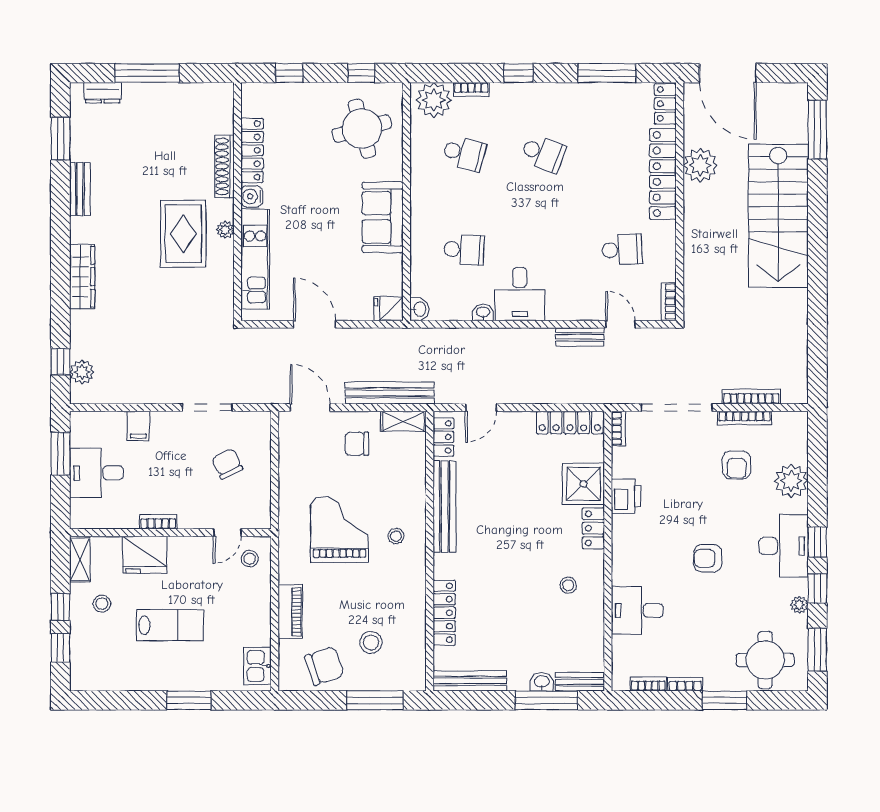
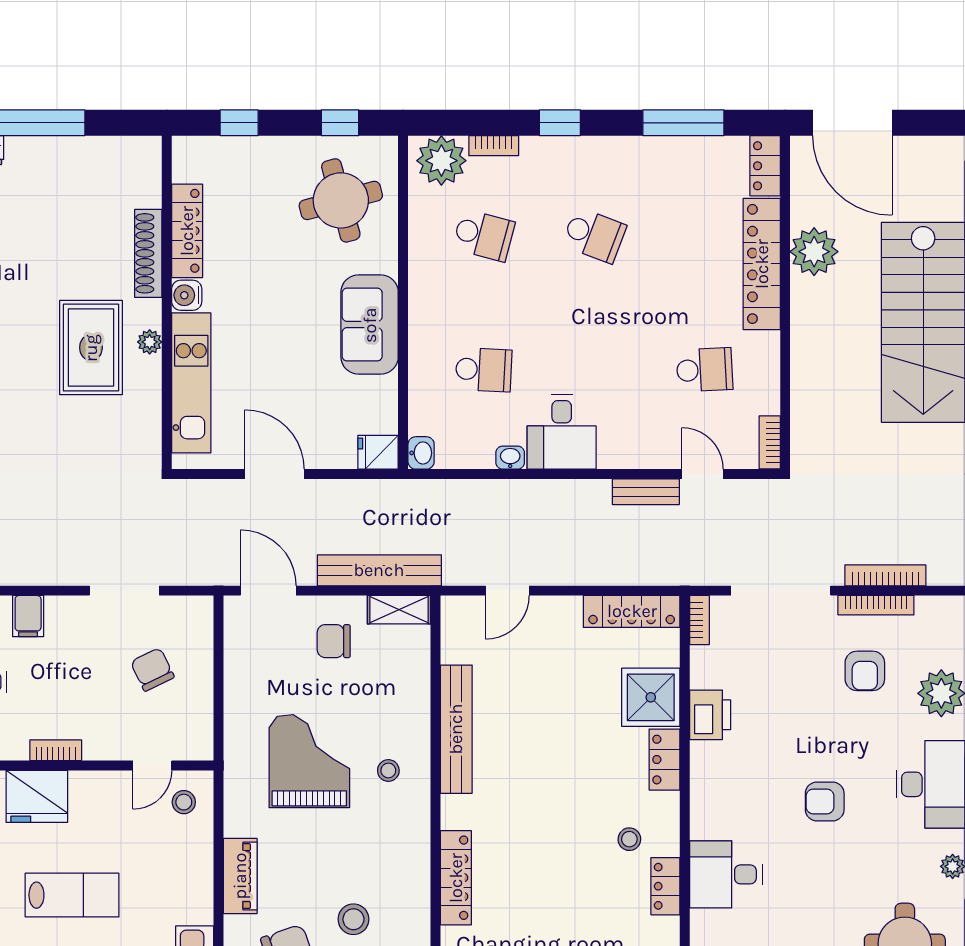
locker: (443, 437) -> (665, 886), moved, turned 180

